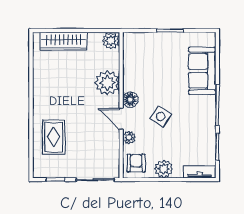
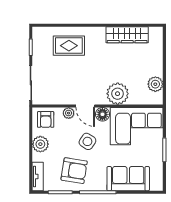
wardrobe: (64, 41) -> (127, 35), moved, turned -90
plant: (111, 41) -> (155, 84), moved
corner sofa: (144, 61) -> (137, 126), added
door: (121, 119) -> (85, 106), swing flipped
armchair: (193, 131) -> (74, 171), added
armchair: (136, 163) -> (46, 119), turned 90

